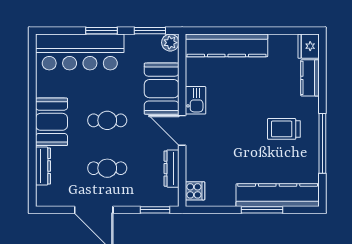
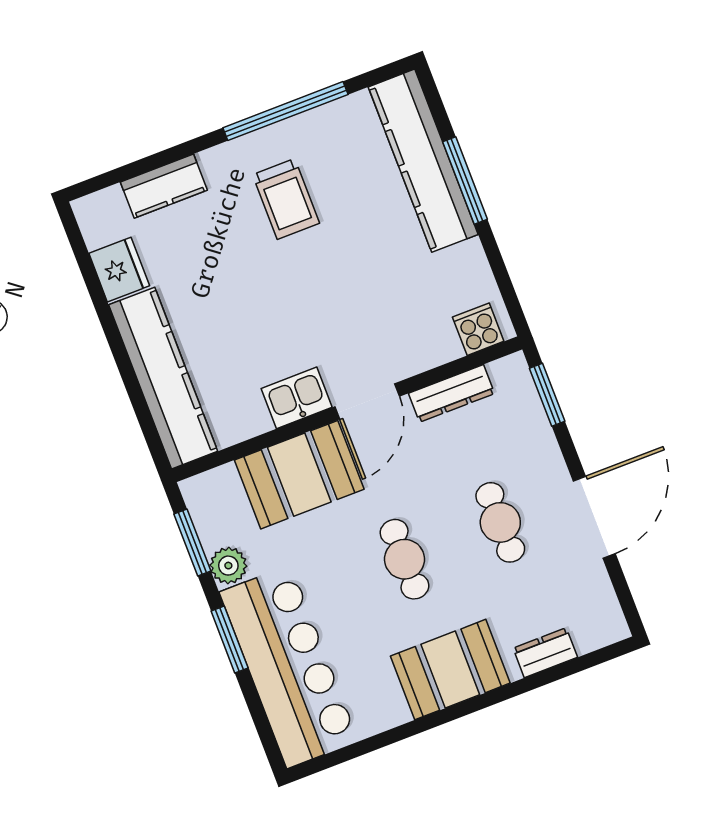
plant: (170, 43) -> (228, 566), moved
fridge: (309, 46) -> (119, 270), moved, turned -90
dresser: (43, 166) -> (545, 653), width x0.70

